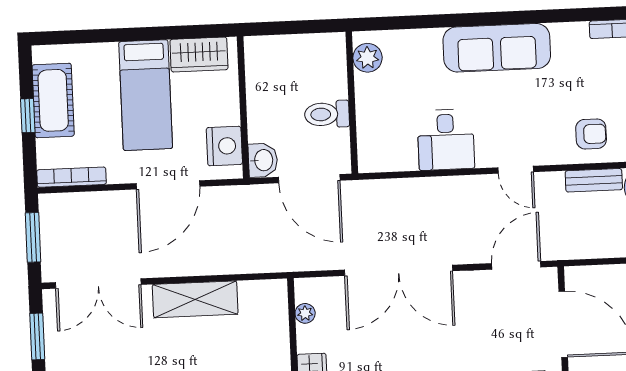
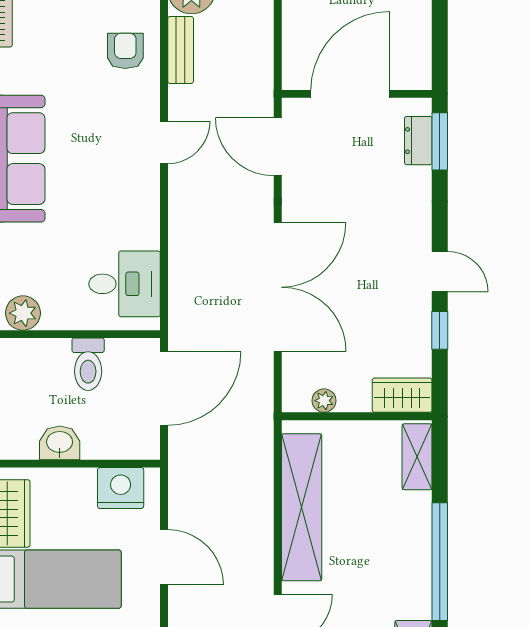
desk: (446, 140) -> (125, 284), moved
washbasin: (263, 160) -> (60, 443), moved
door: (168, 185) -> (164, 557), width x0.73
shelving: (195, 299) -> (302, 507), width x1.47

